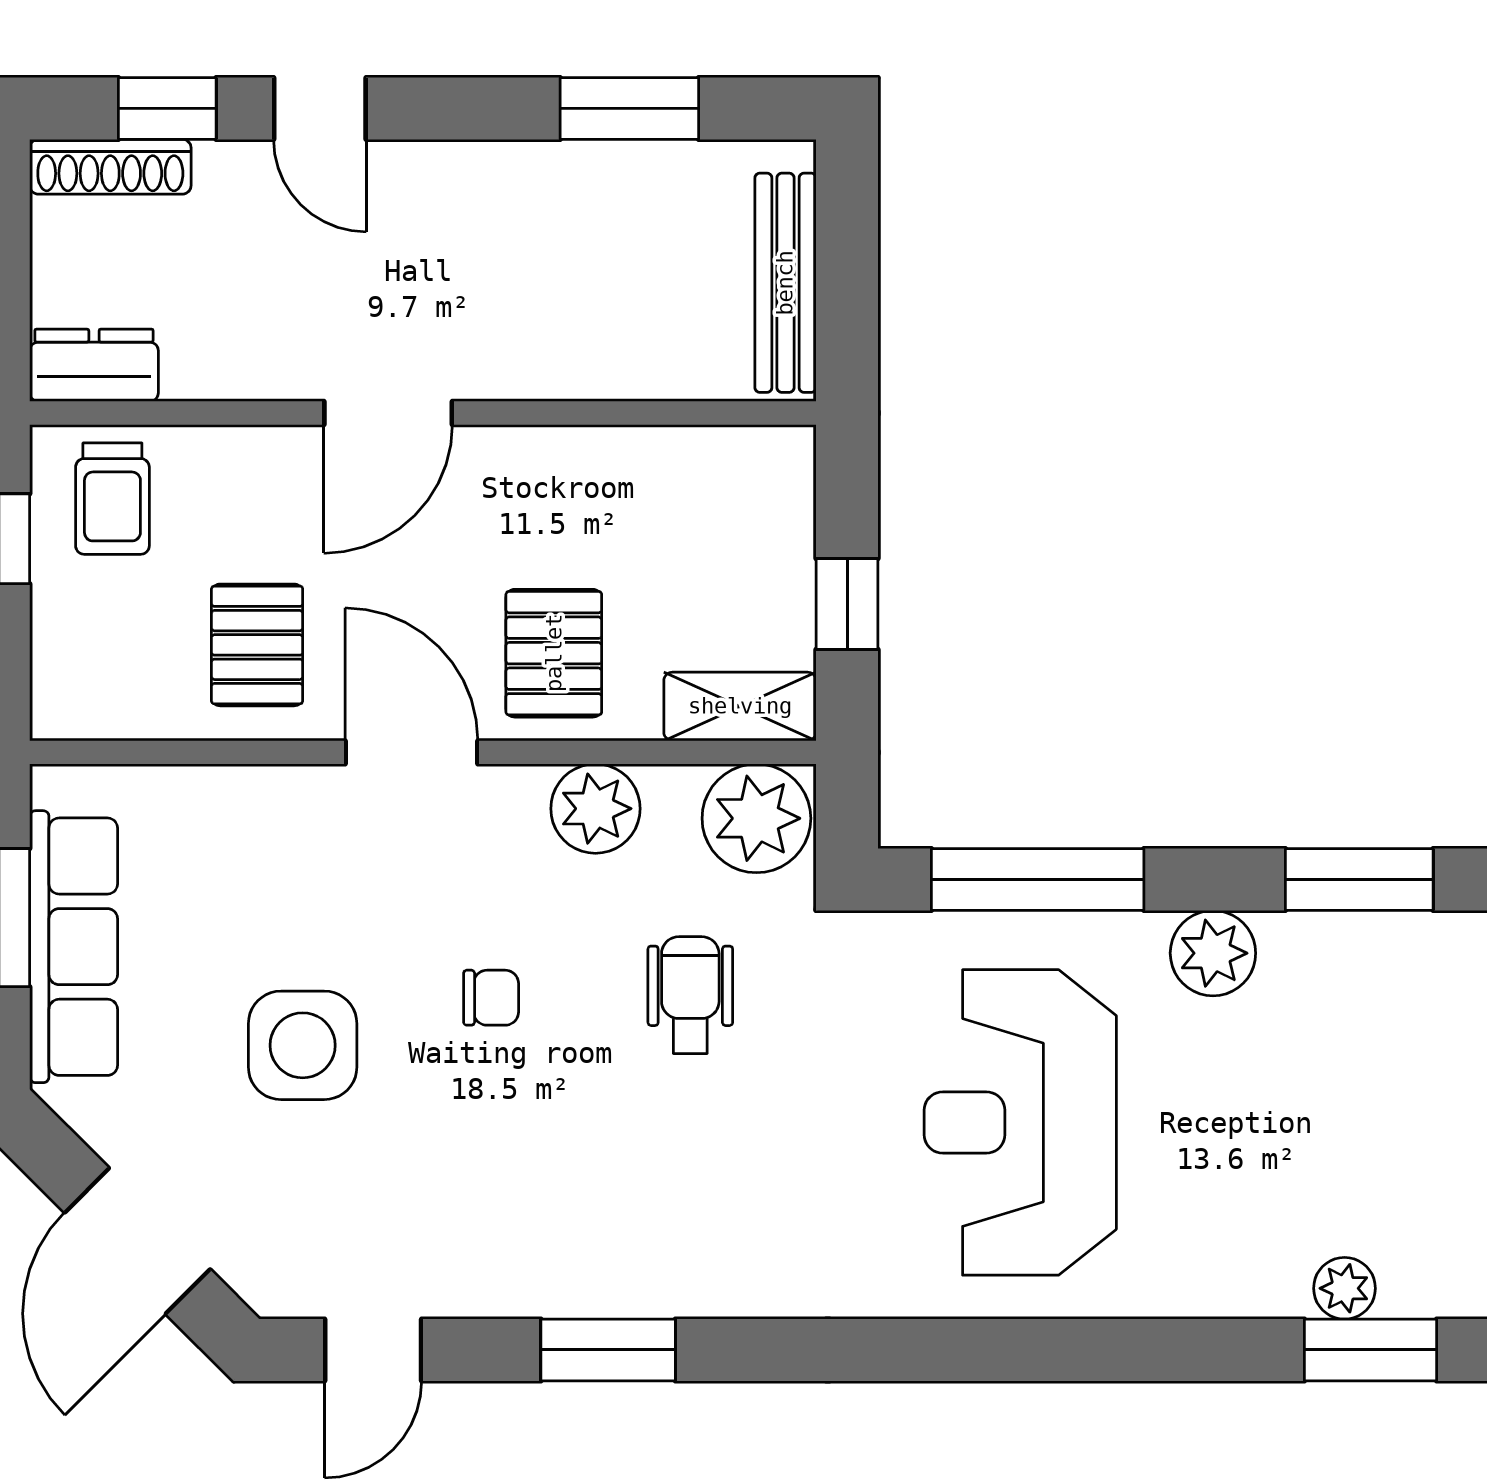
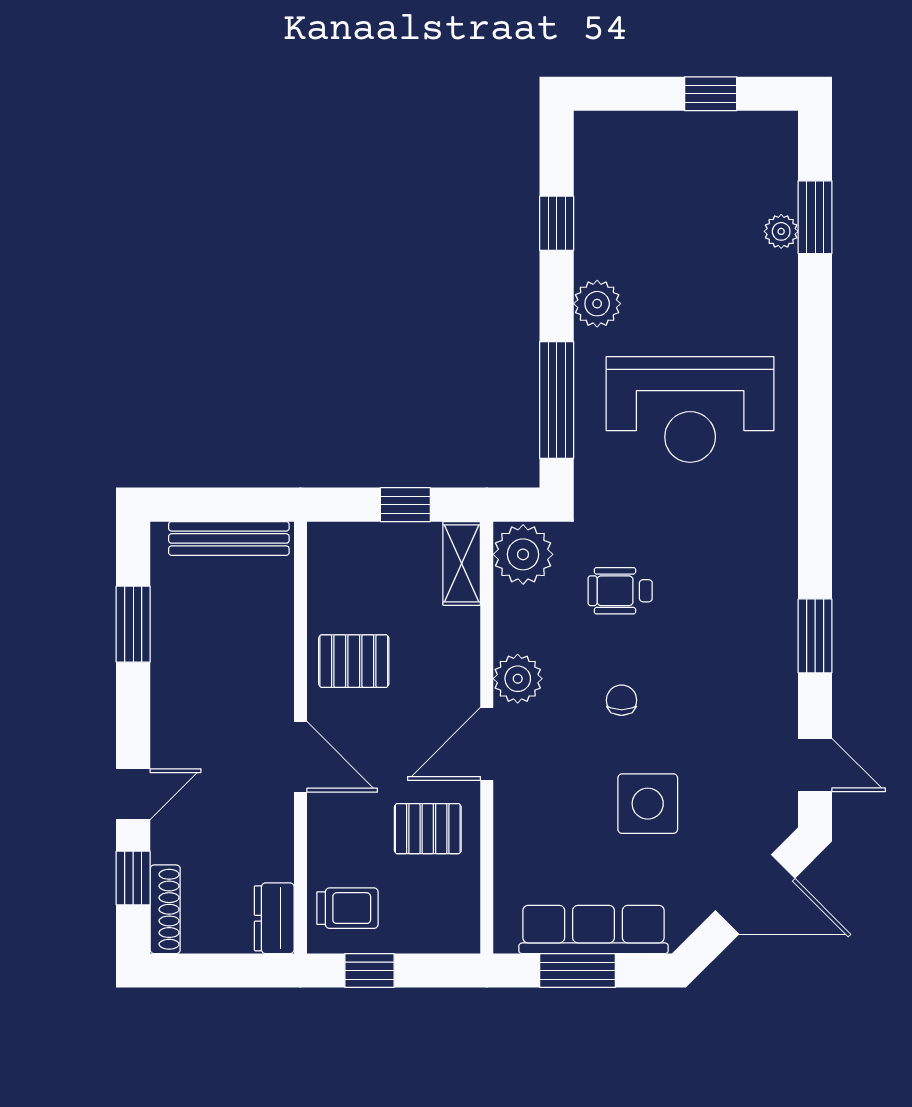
pallet: (554, 653) -> (354, 661), moved
plant: (595, 809) -> (518, 679), moved
window: (1359, 880) -> (557, 223), width x0.67

